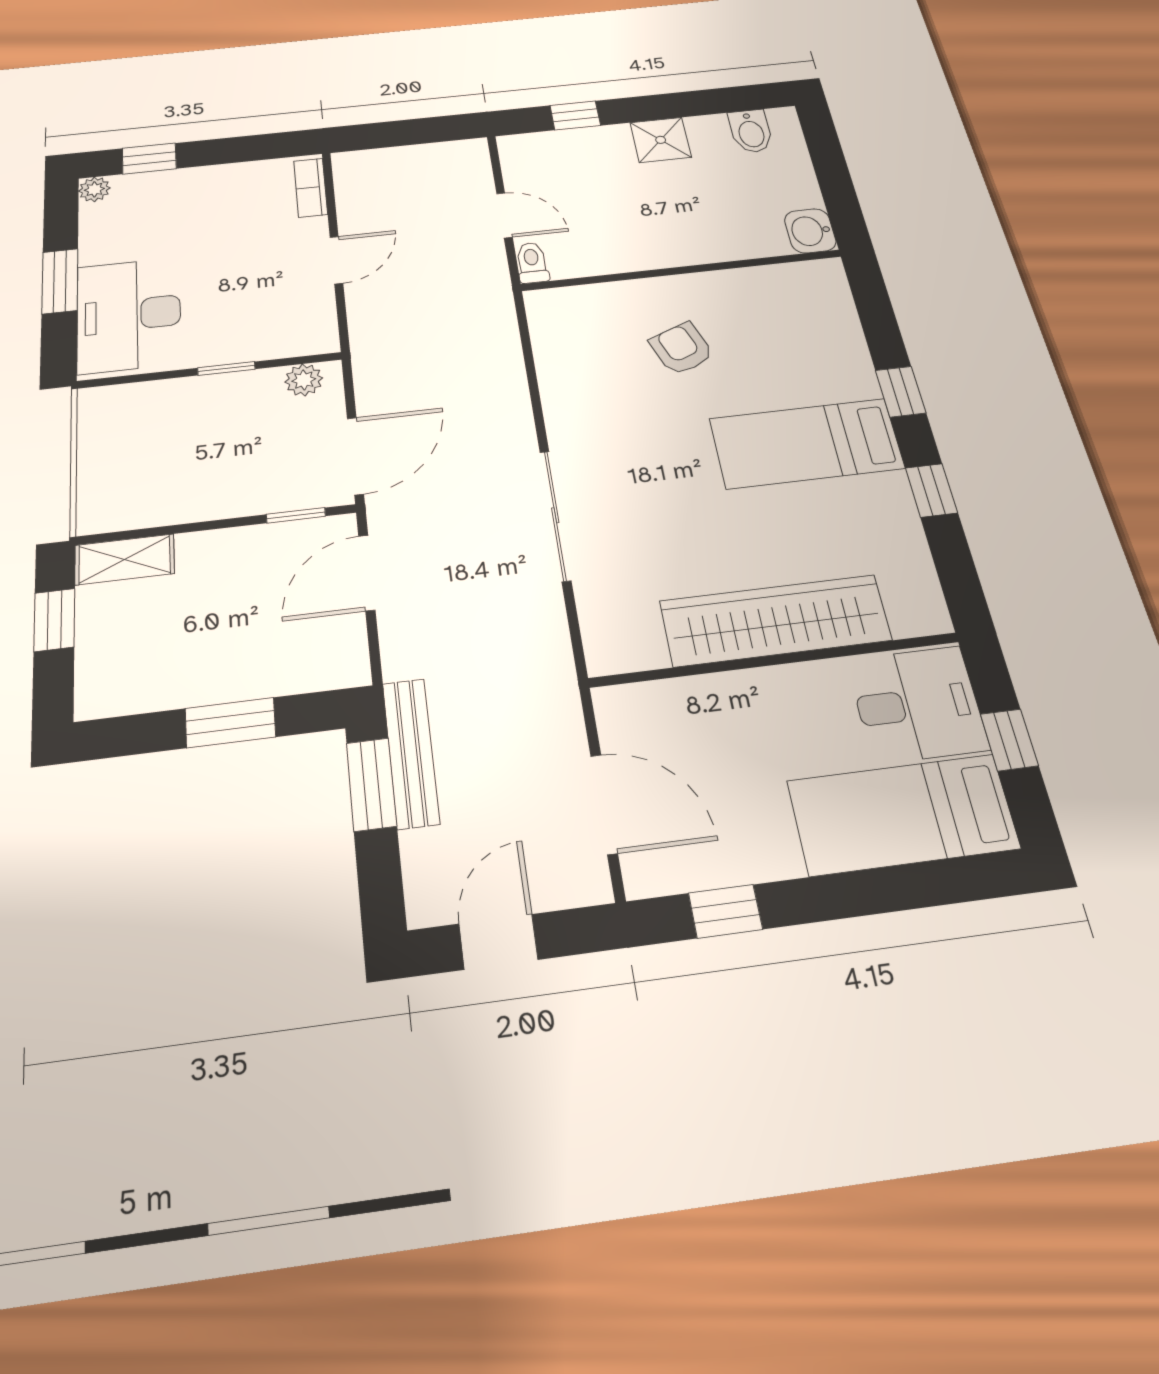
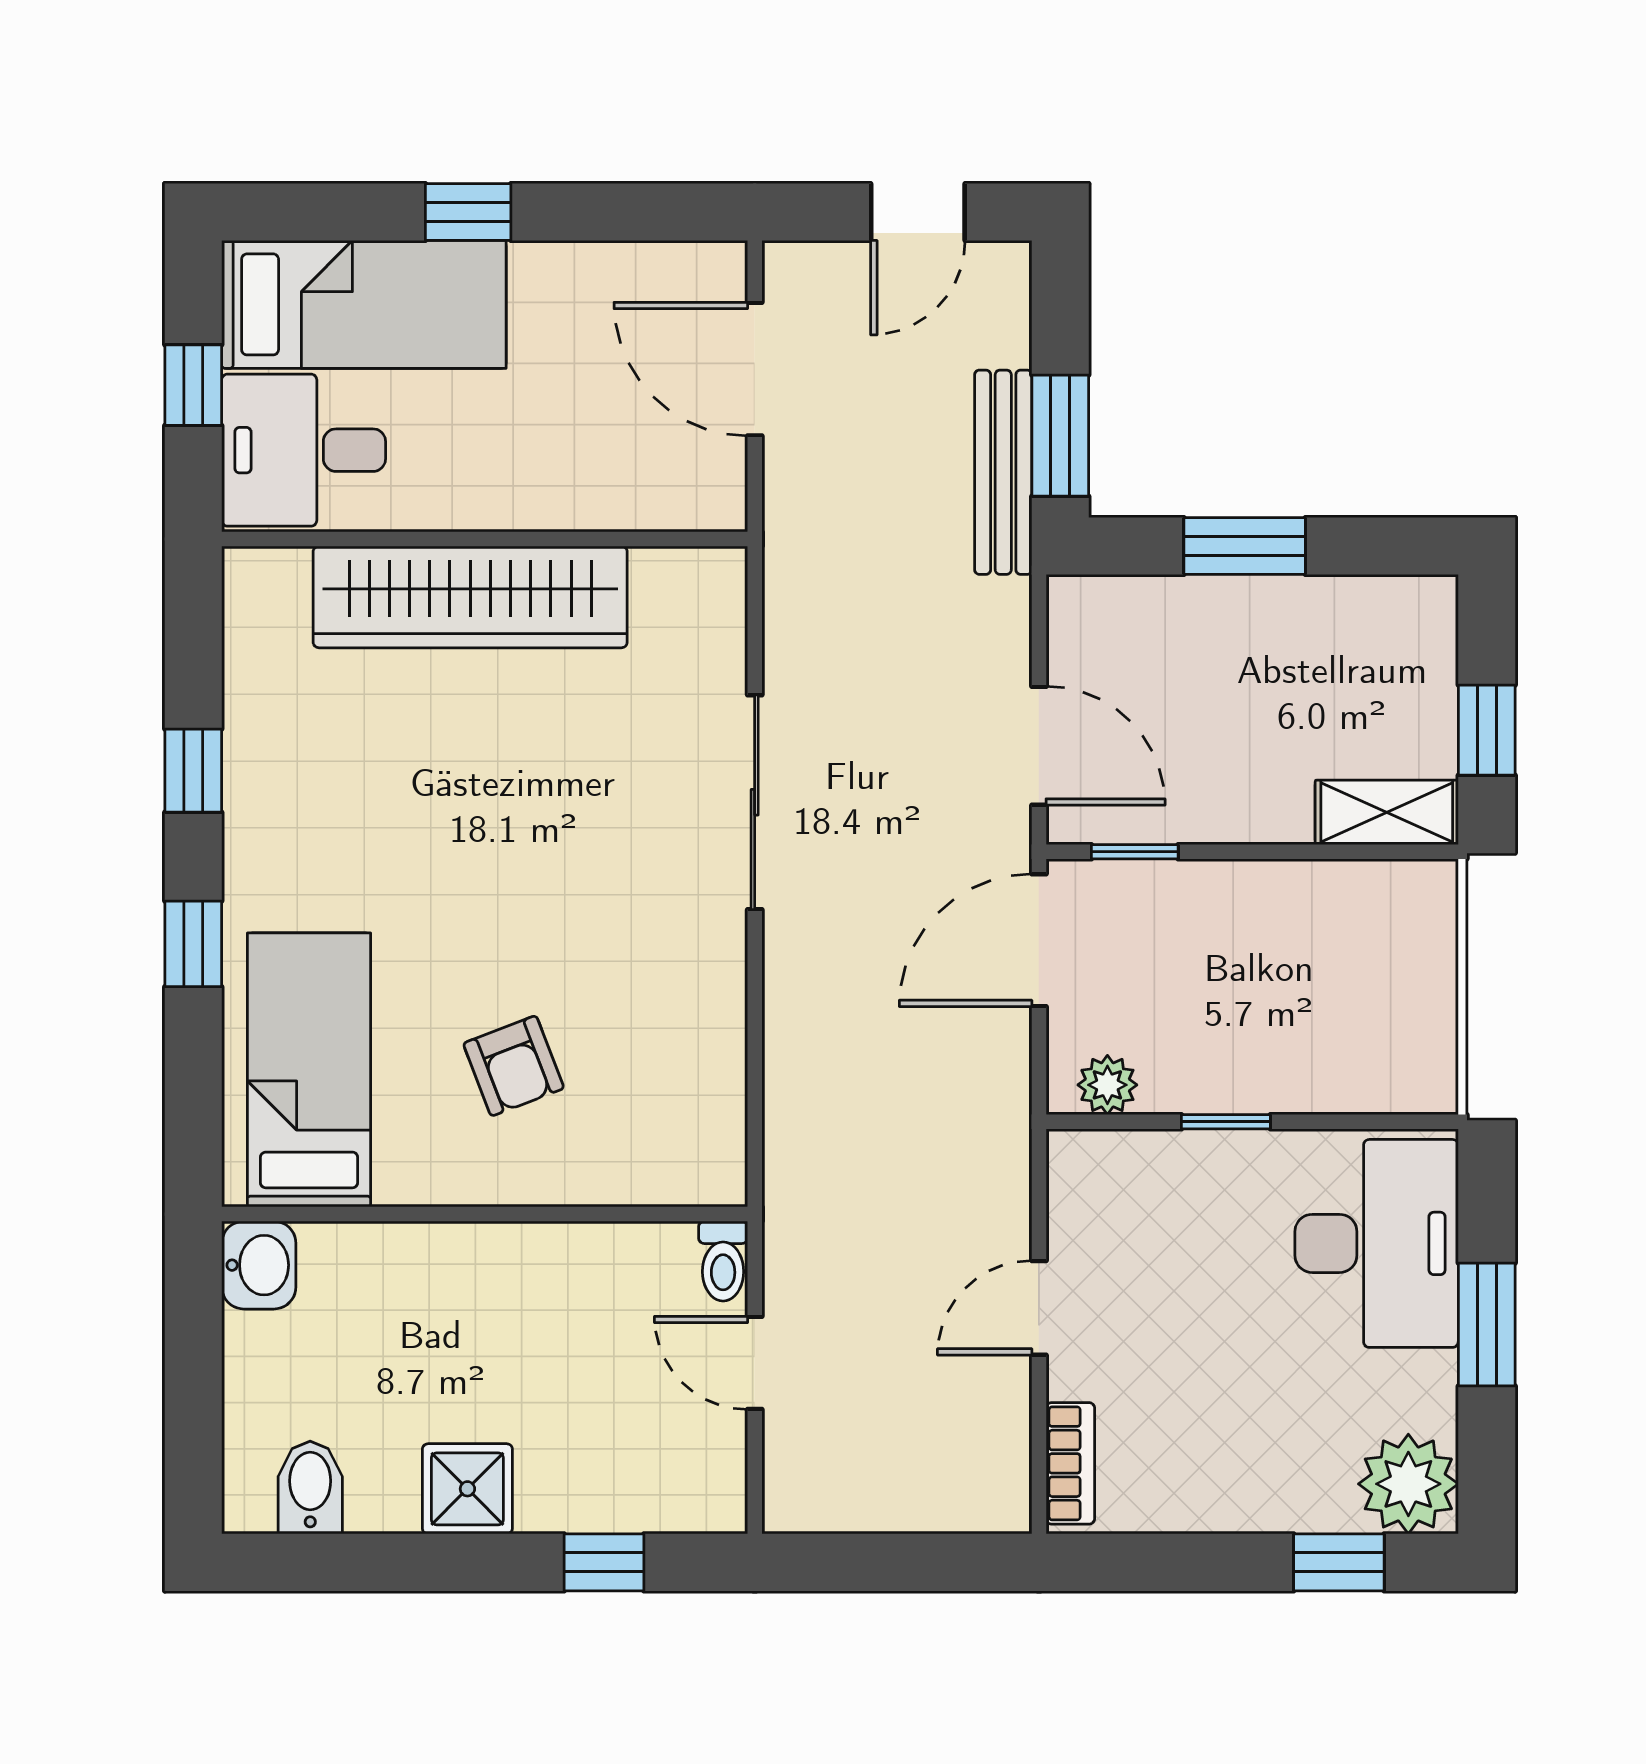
plant: (94, 189) -> (1408, 1484), width x1.87, depth x1.87
bed: (806, 443) -> (309, 1070), moved, turned -90
door: (367, 573) -> (1039, 746), hinge flipped
window: (725, 911) -> (468, 212), moved

